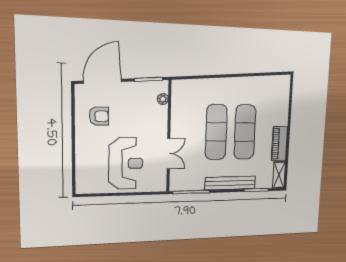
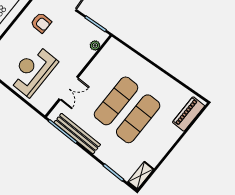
piano: (279, 144) -> (189, 114), moved
reception desk: (126, 163) -> (33, 71), turned 180
bench: (230, 183) -> (77, 134), moved

